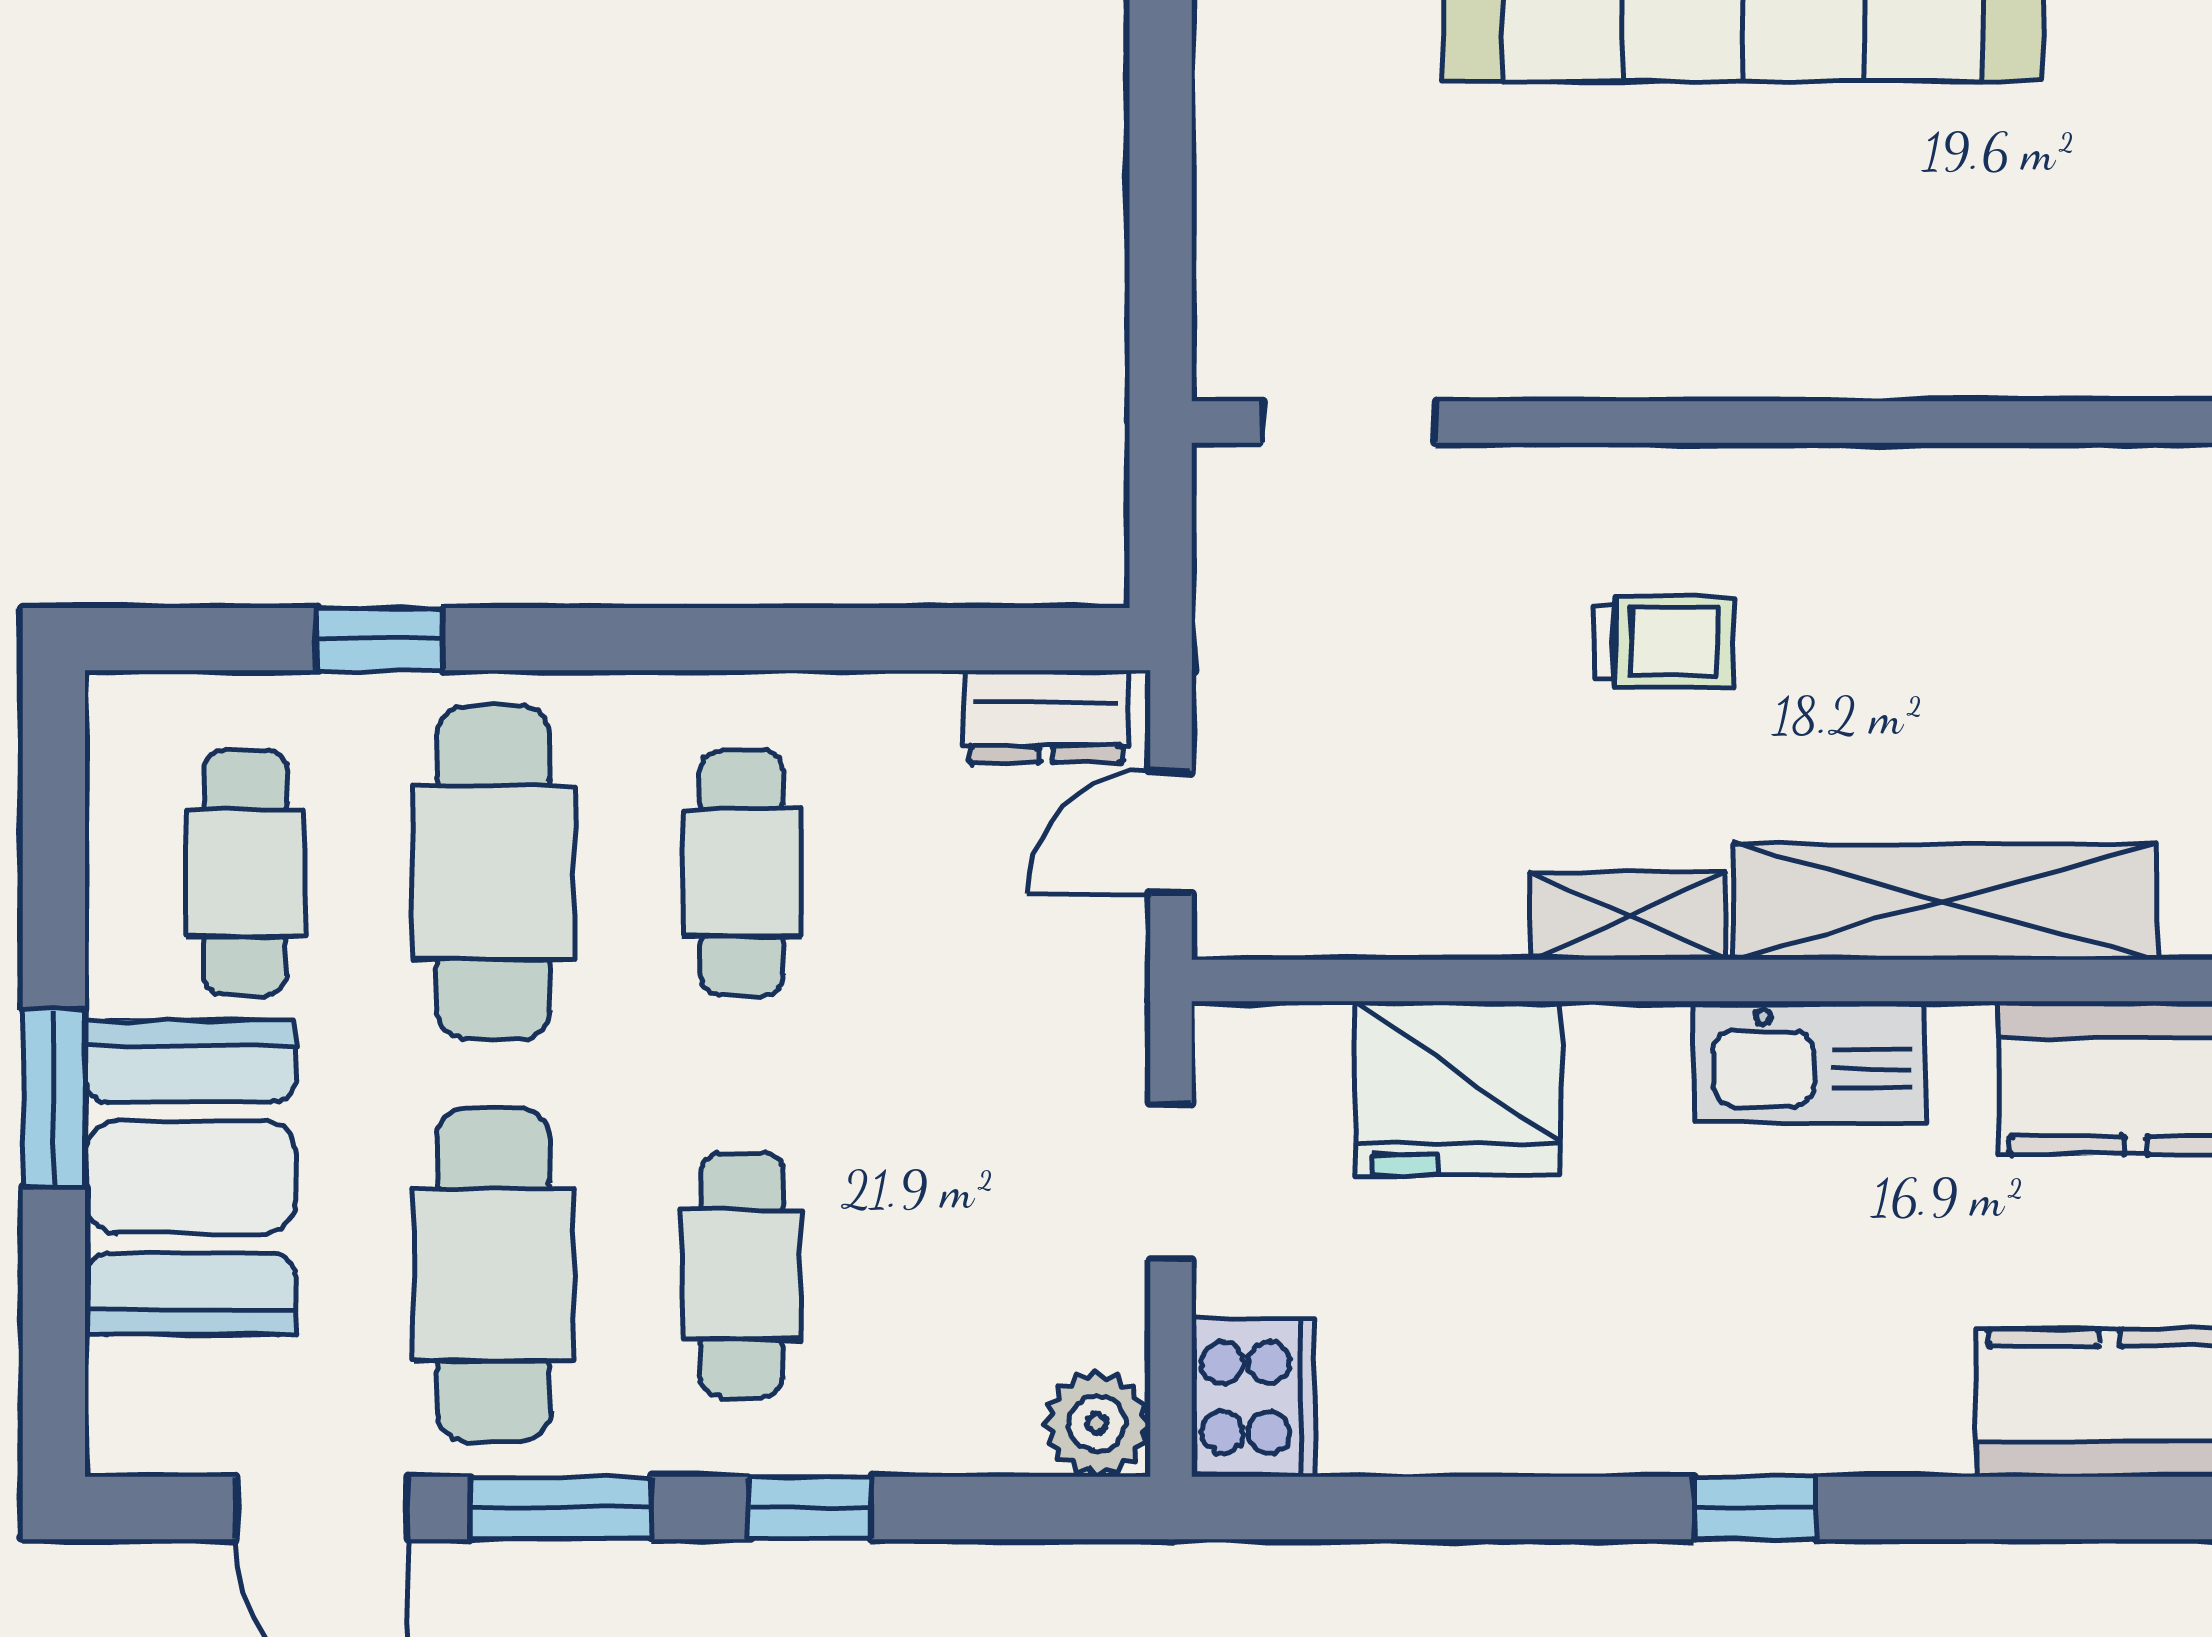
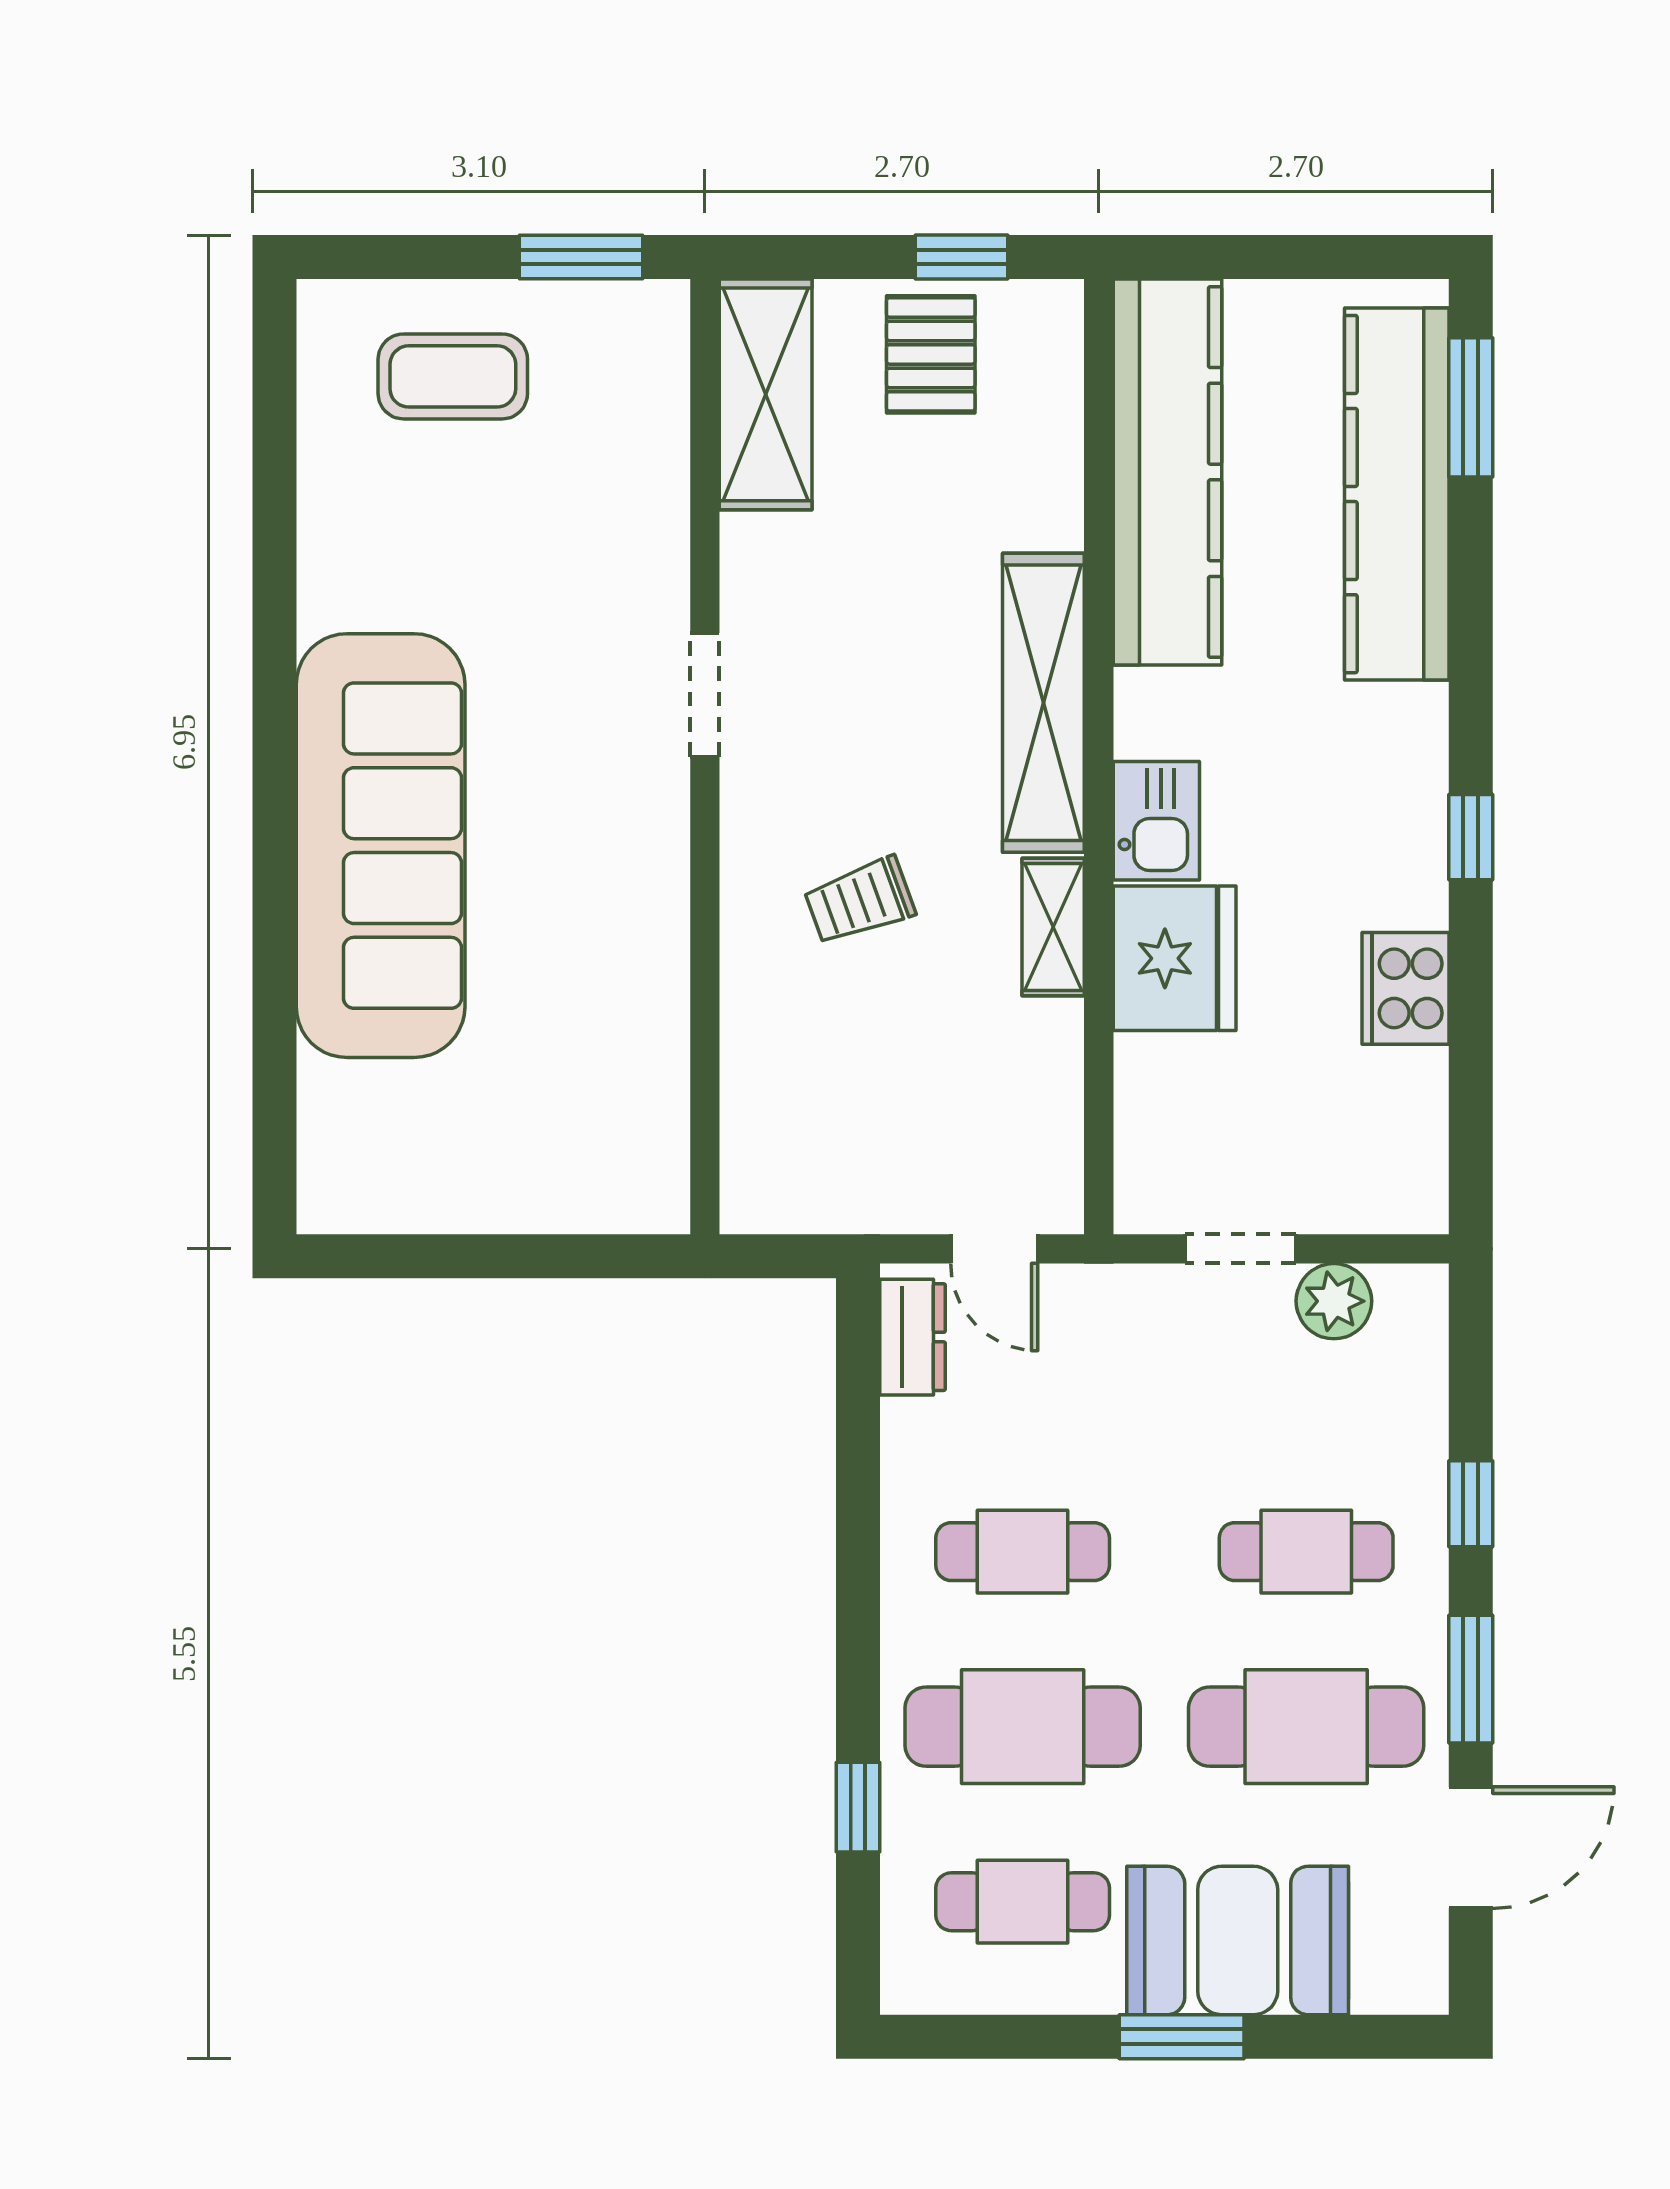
doorway: (1348, 422) -> (705, 695), moved
trolley: (1664, 642) -> (860, 901), turned -110
kitchen sink: (1810, 1062) -> (1156, 821), width x0.73
fridge: (1458, 1088) -> (1175, 958), moved
cooker: (1253, 1397) -> (1405, 988), moved, turned -90
plant: (1097, 1424) -> (1334, 1301), moved

